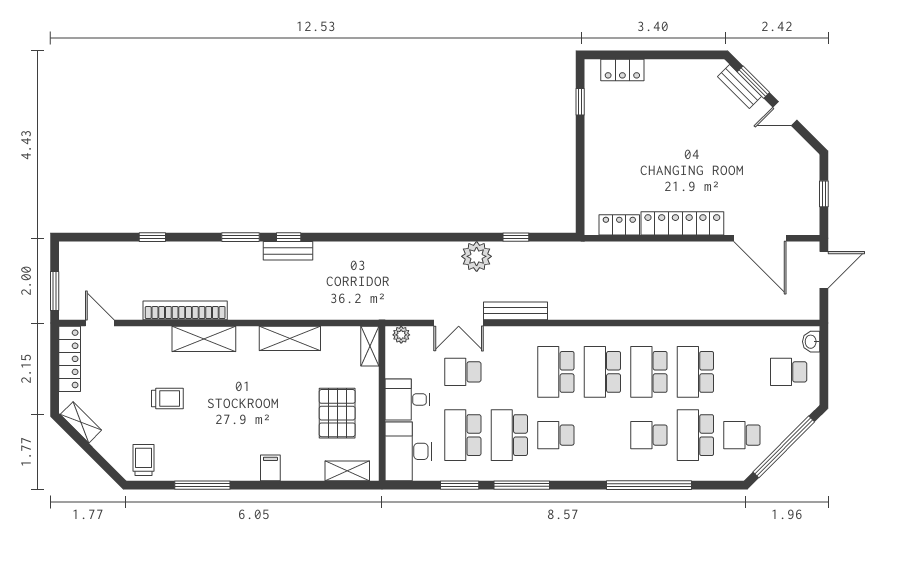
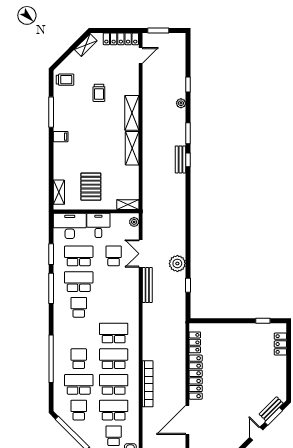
plant: (186, 250) -> (181, 103), added
bookcase: (185, 310) -> (148, 384), moved
shelving: (290, 338) -> (132, 148), moved
school desk: (556, 372) -> (114, 410), moved
pallet: (337, 413) -> (91, 187), turned 90
filing cabinet: (270, 468) -> (61, 137), moved

